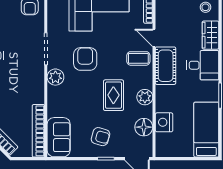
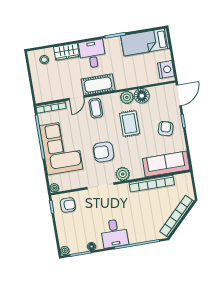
rug: (113, 95) -> (130, 124), turned 90
nightstand: (164, 122) -> (166, 69), moved, turned -90
floor lamp: (144, 127) -> (142, 96), moved
bookcase: (38, 131) -> (152, 184), moved
sofa: (59, 137) -> (166, 164), width x1.36

